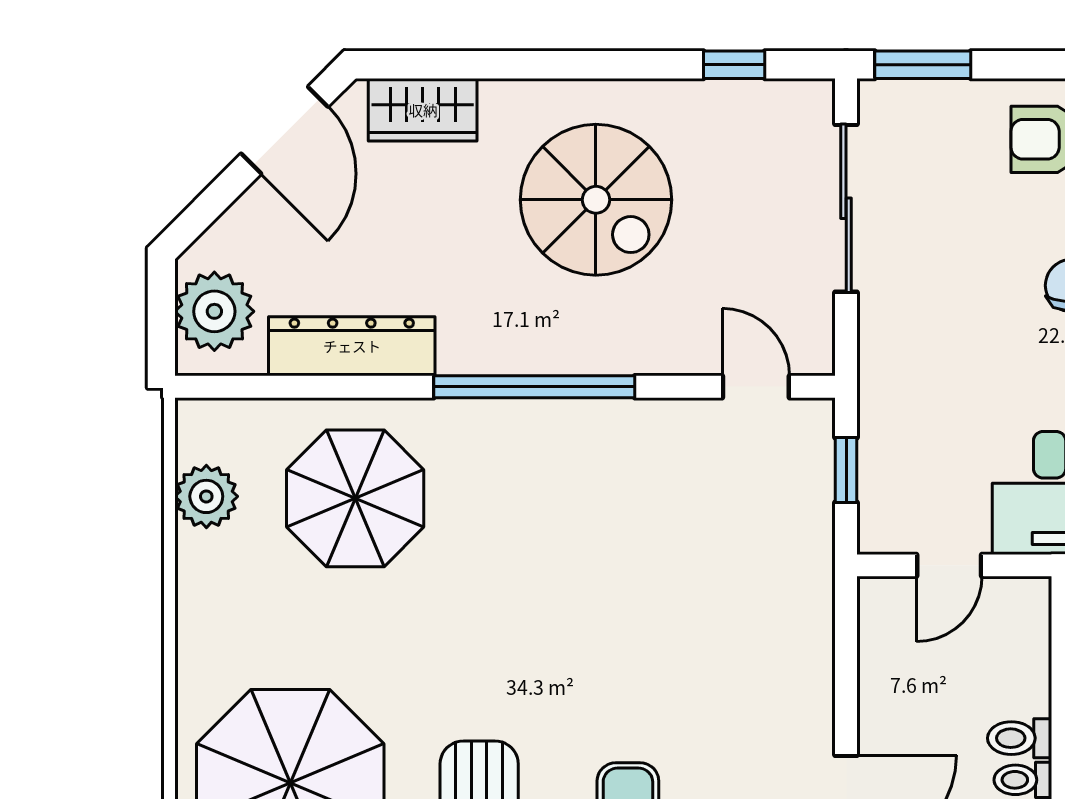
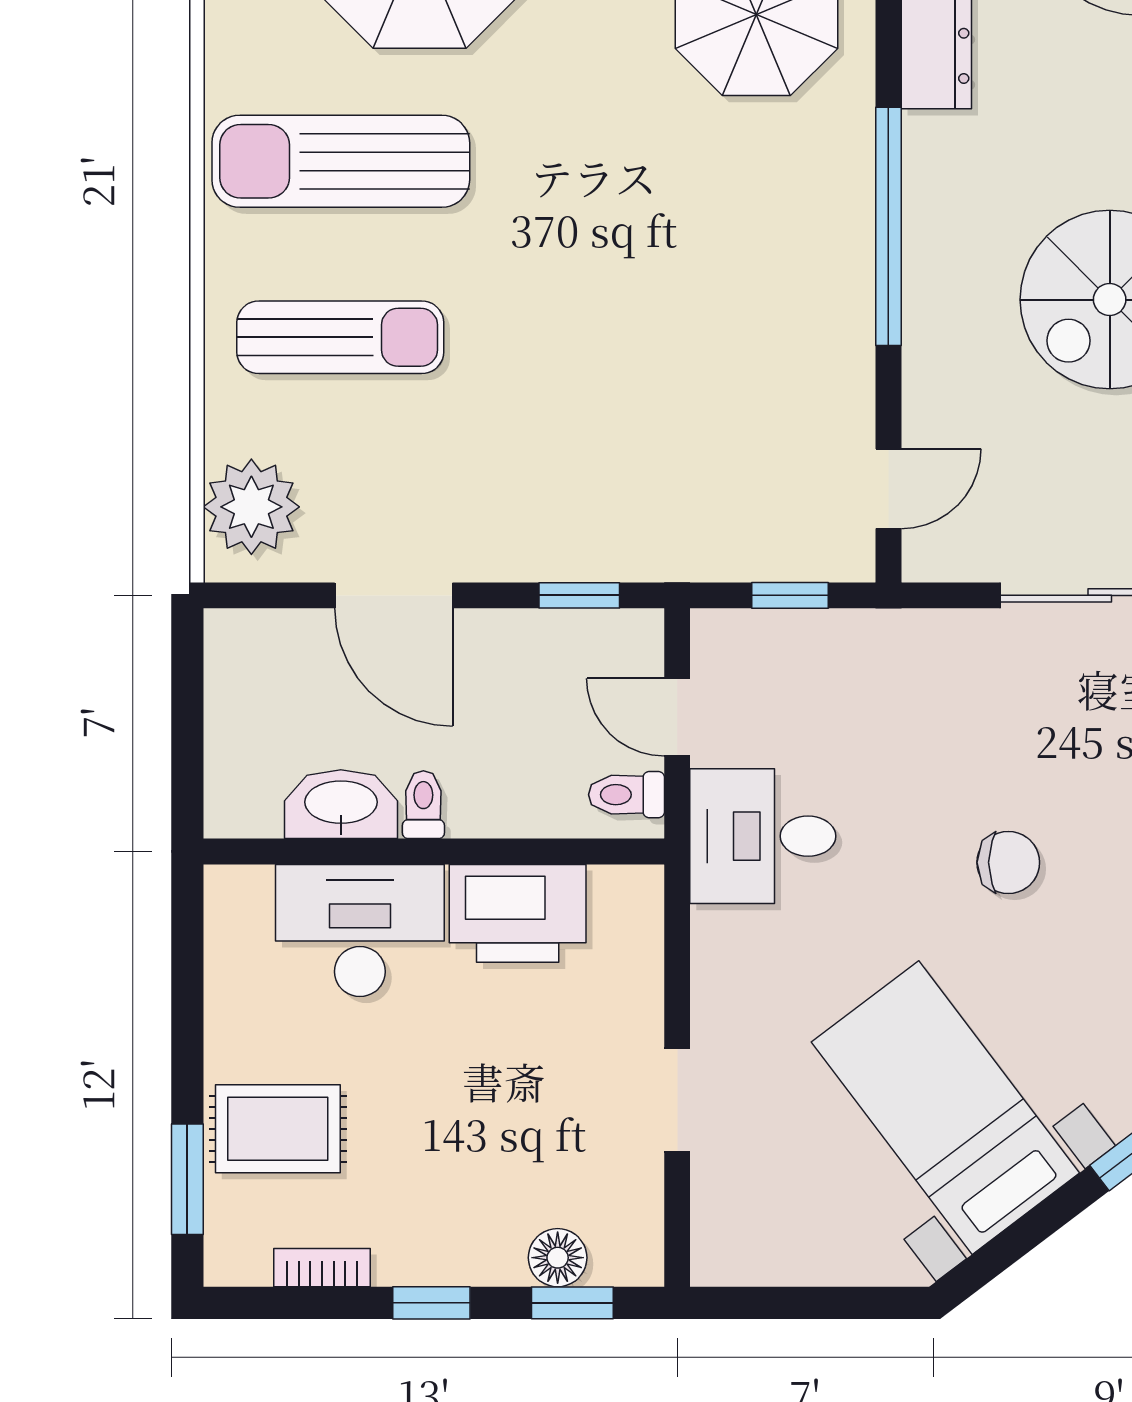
window: (846, 648) -> (579, 595), added
toilet: (1020, 738) -> (626, 795), moved, turned -90

